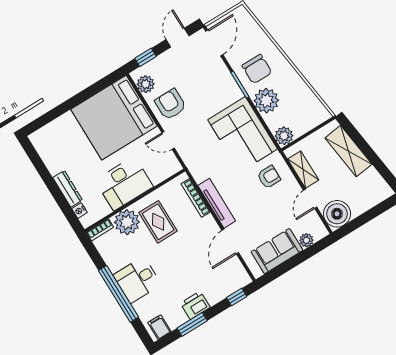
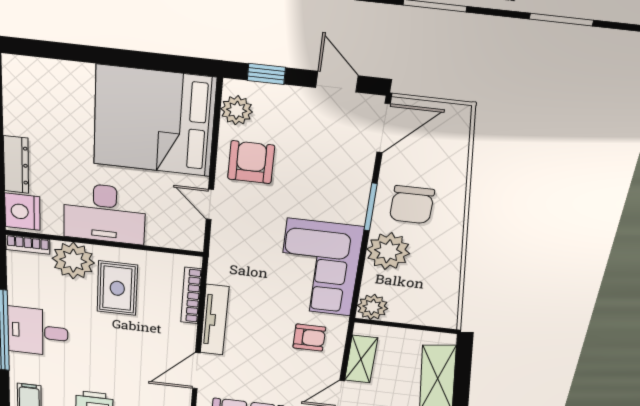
door: (178, 38) -> (337, 82), hinge flipped
nightstand: (80, 211) -> (22, 212), width x1.89, depth x1.79

